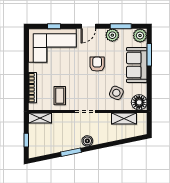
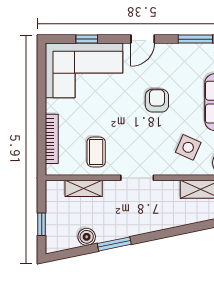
plant: (112, 35) -> (182, 54), removed
shelving: (40, 118) -> (84, 188), moved
boiler: (87, 141) -> (87, 237), moved

